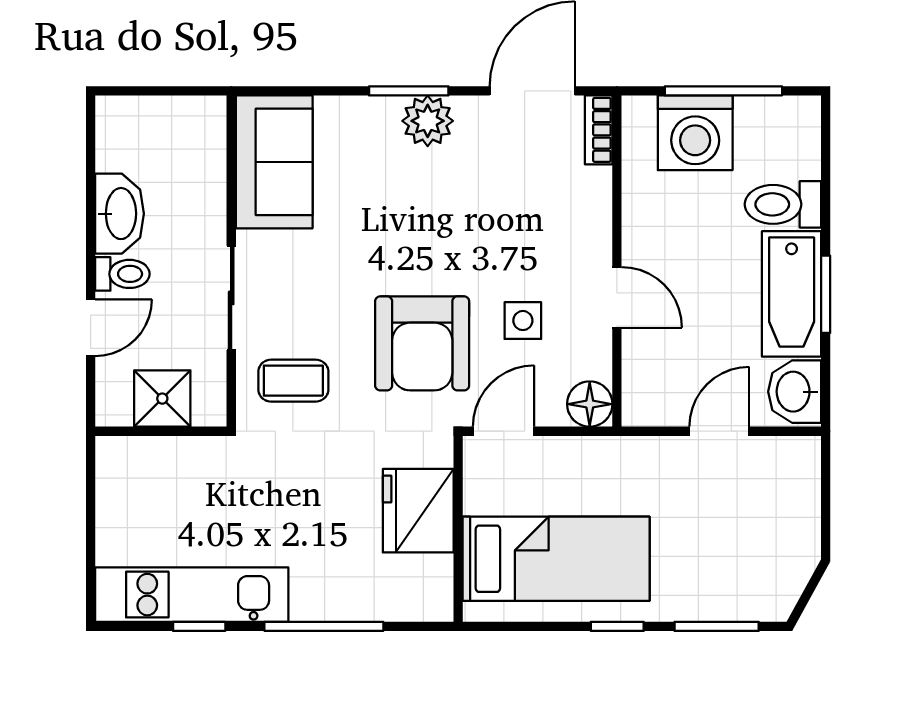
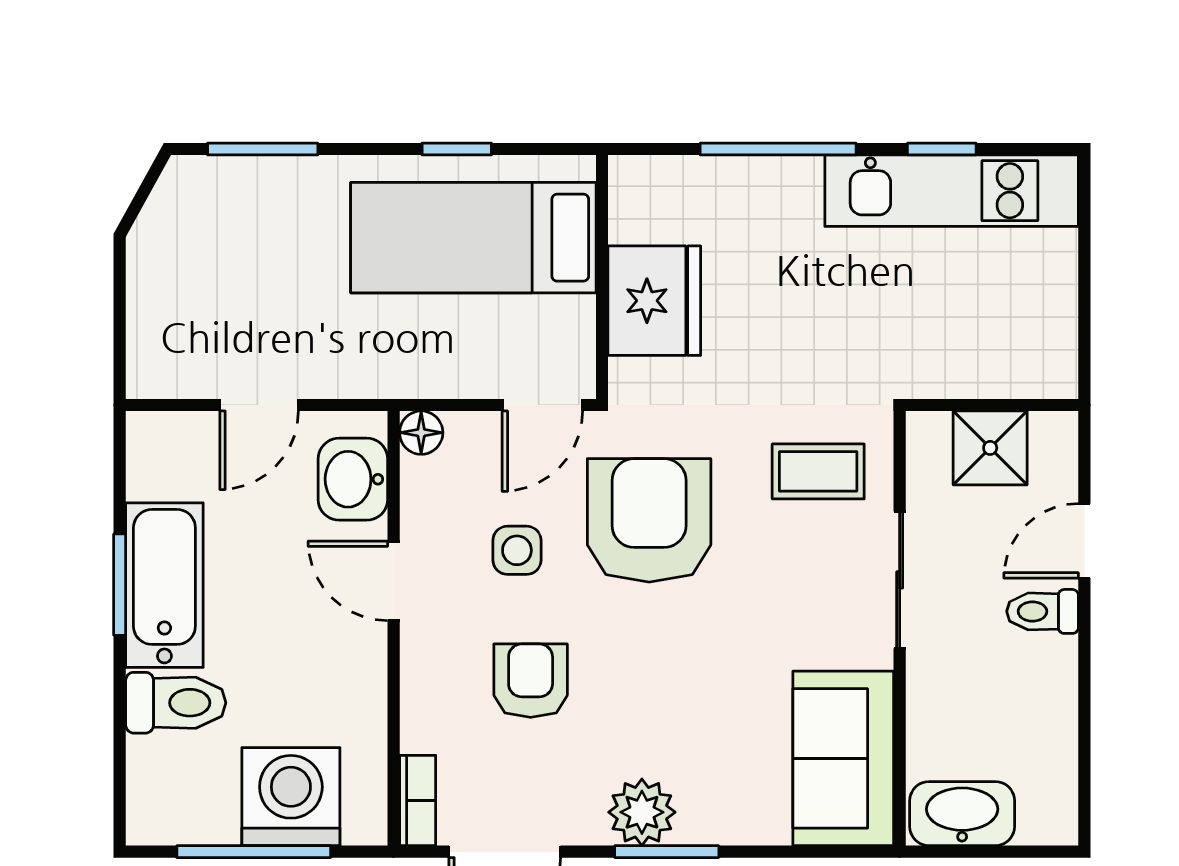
washbasin: (120, 214) -> (962, 814), moved, turned 90
armchair: (513, 221) -> (531, 681), added
washbasin: (795, 392) -> (353, 479), moved, turned 180
floor lamp: (590, 404) -> (421, 433), width x0.73, depth x0.73
window: (617, 626) -> (457, 149), moved

